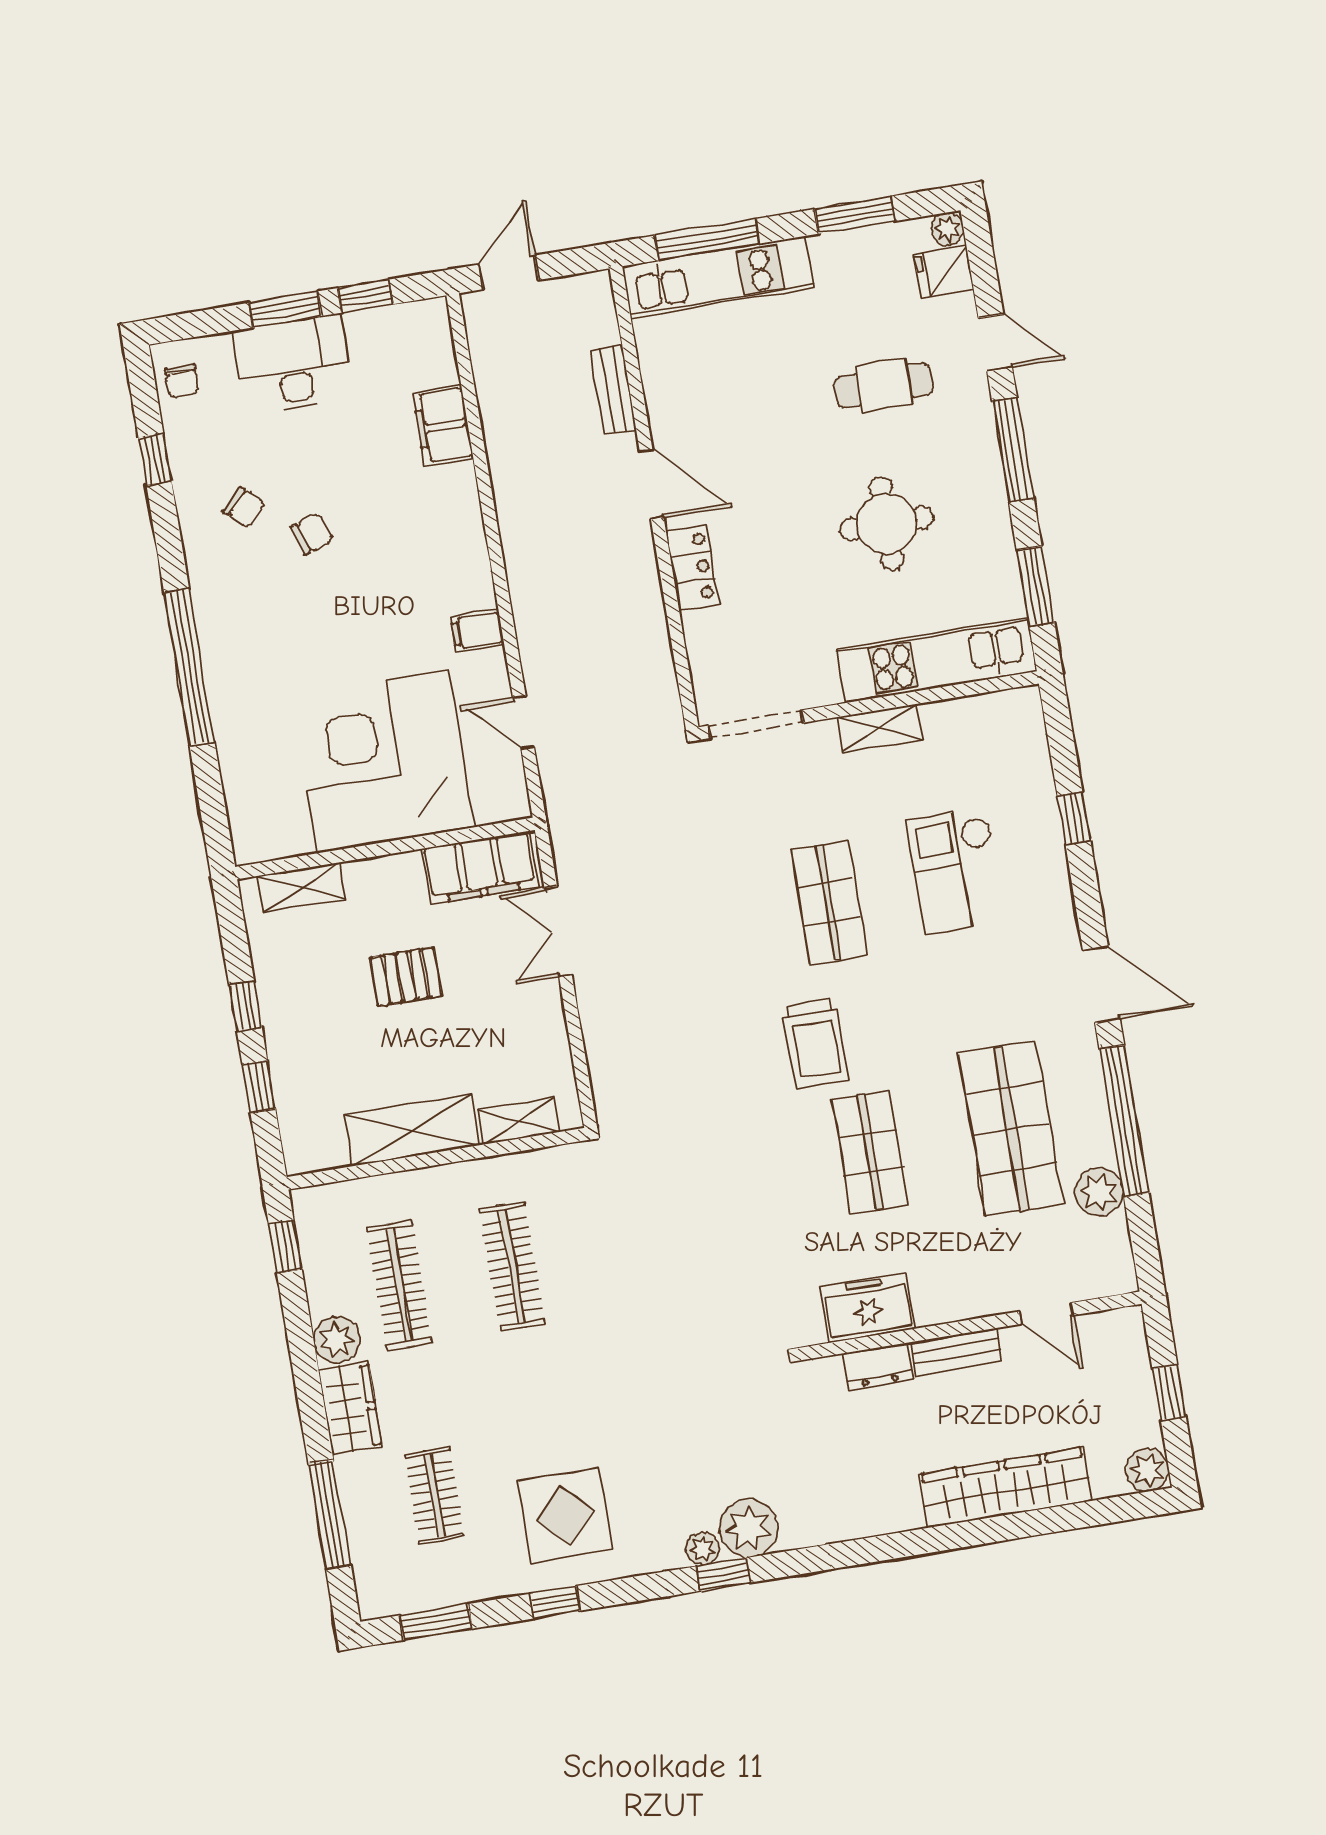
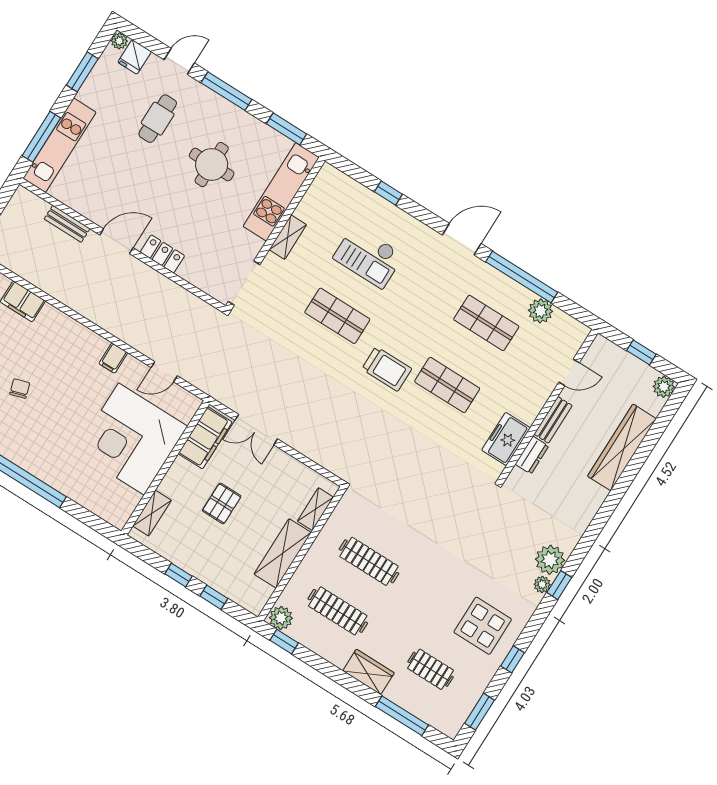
shop shelf: (1011, 1129) -> (486, 323), width x0.70, depth x0.74
plant: (337, 1340) -> (281, 618), moved

